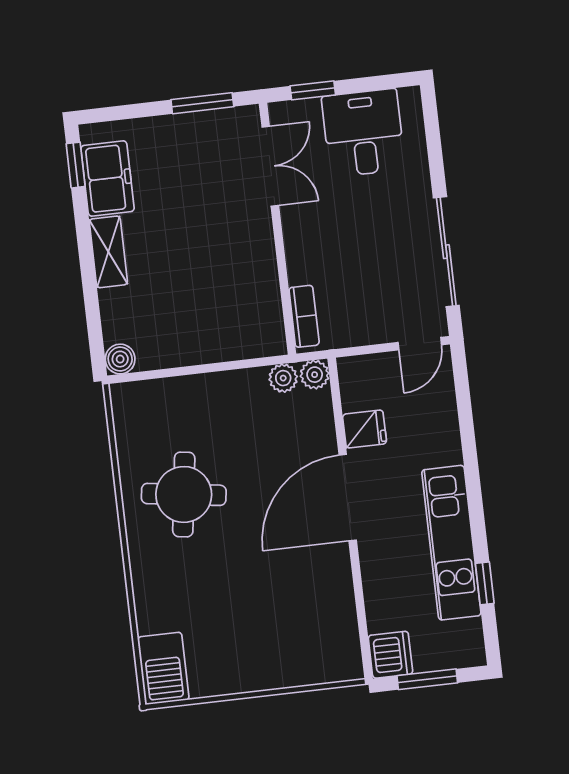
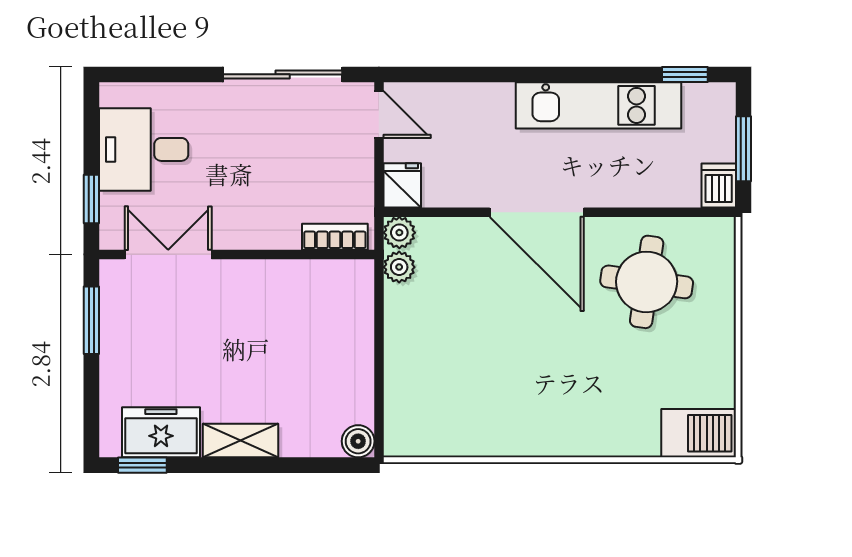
fridge: (365, 429) -> (402, 185), moved
round table: (184, 494) -> (647, 282), moved
window: (485, 583) -> (685, 74), moved
dishwasher: (390, 655) -> (719, 185), width x0.73

